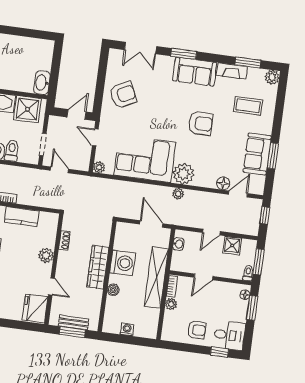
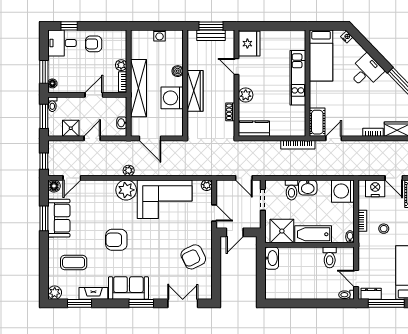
floor lamp: (223, 183) -> (54, 186), moved
kitchen counter: (22, 217) -> (254, 129), moved

